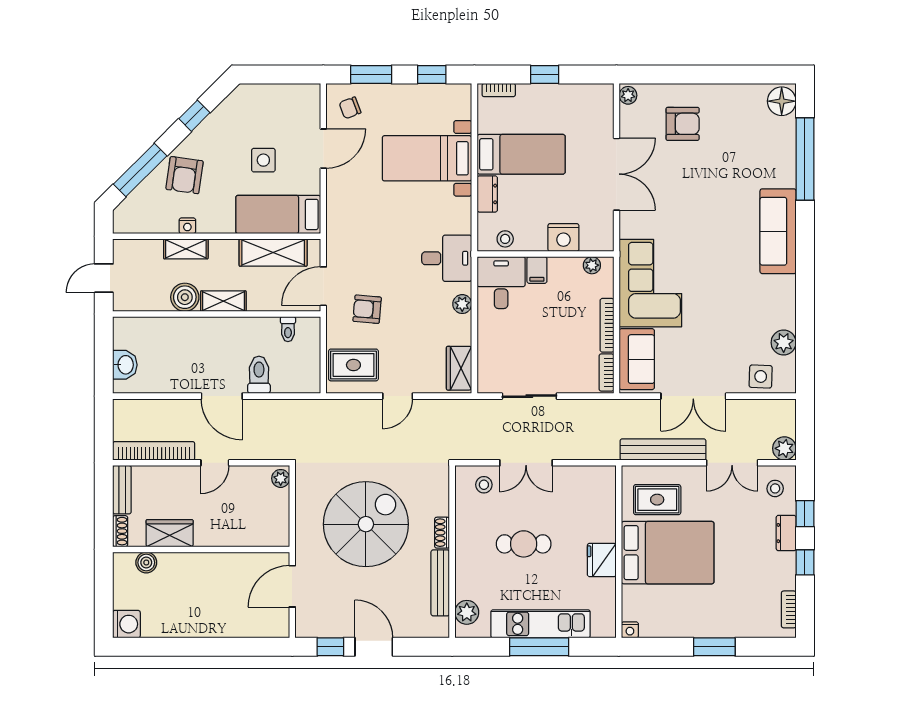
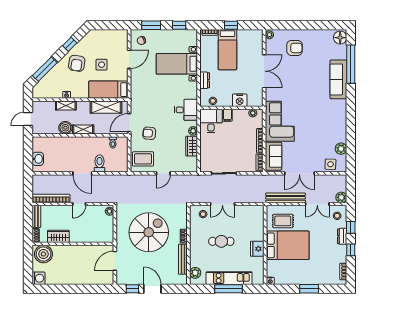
bed: (521, 154) -> (227, 50), moved, turned 90
armchair: (185, 175) -> (77, 63), moved
sofa: (778, 231) -> (338, 79), moved
wardrobe: (459, 368) -> (192, 146), moved
boiler: (146, 563) -> (43, 254), width x1.86, depth x1.86

